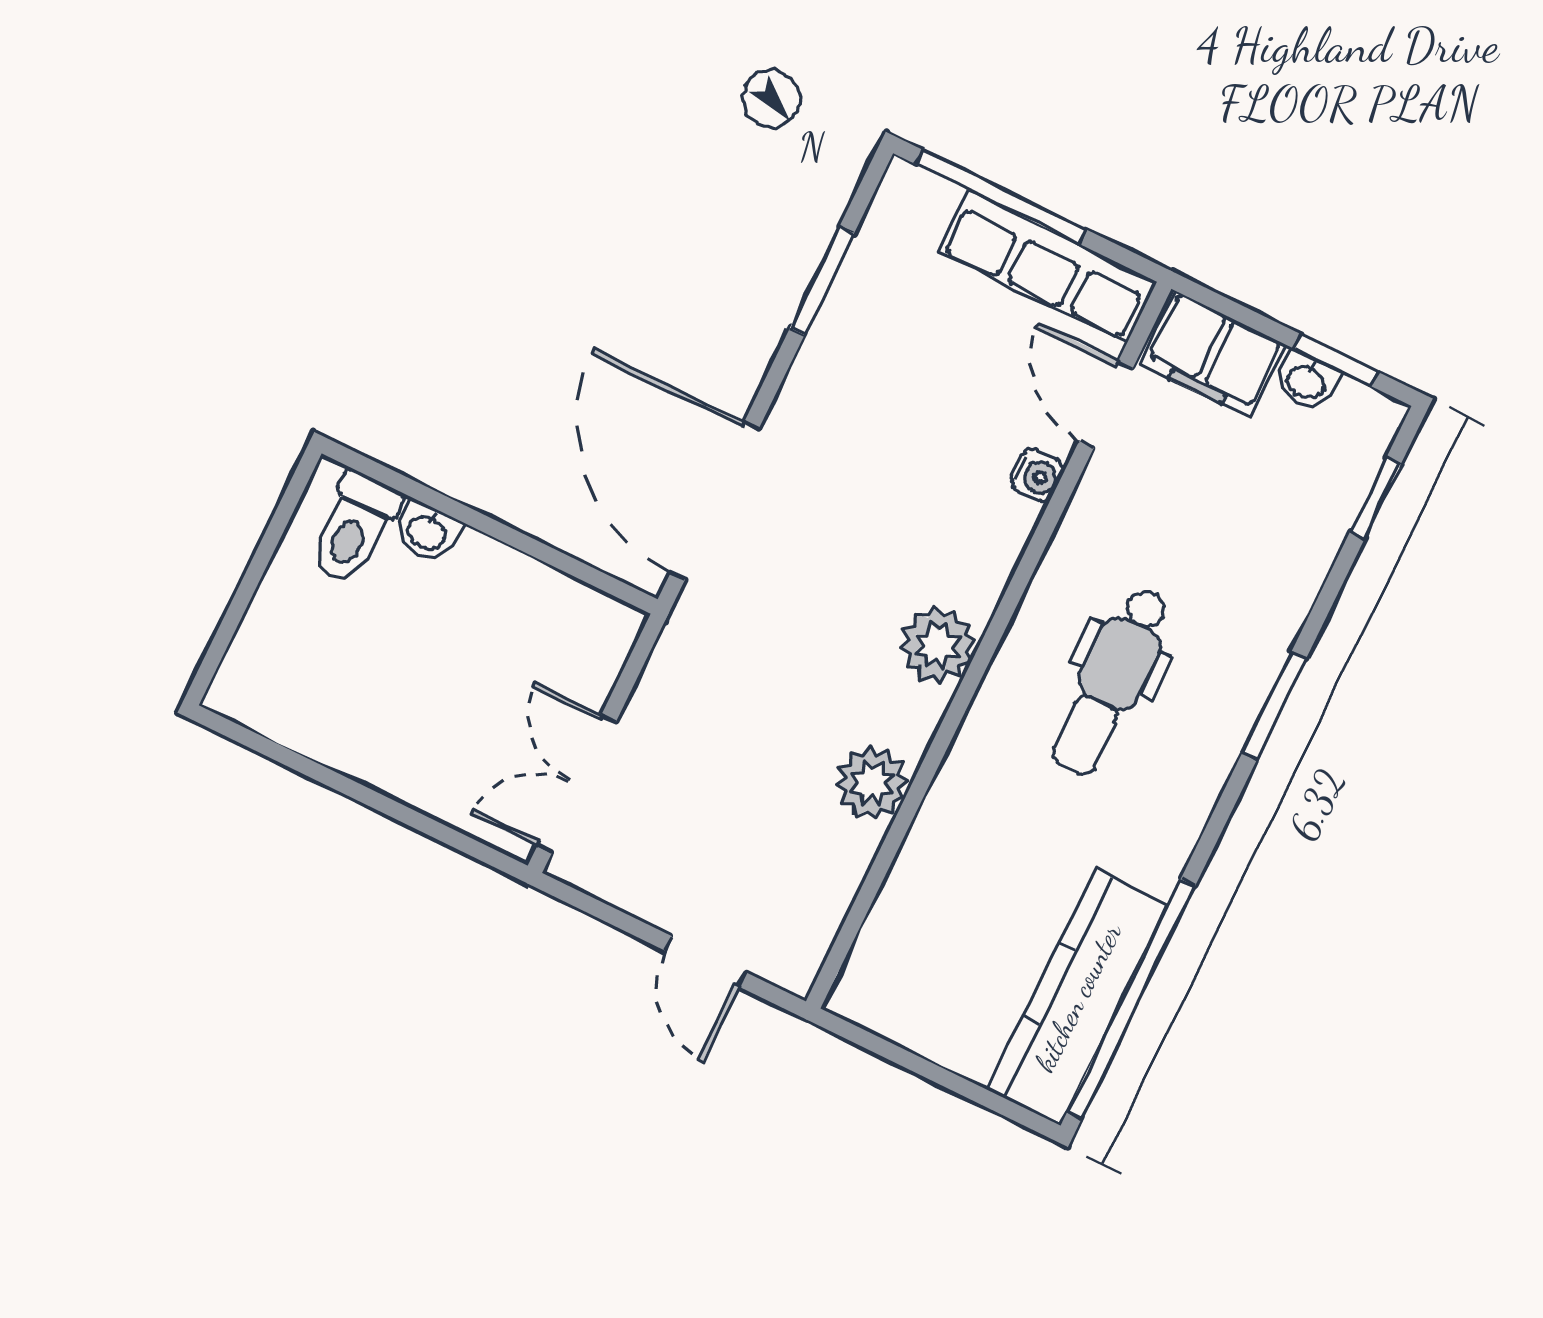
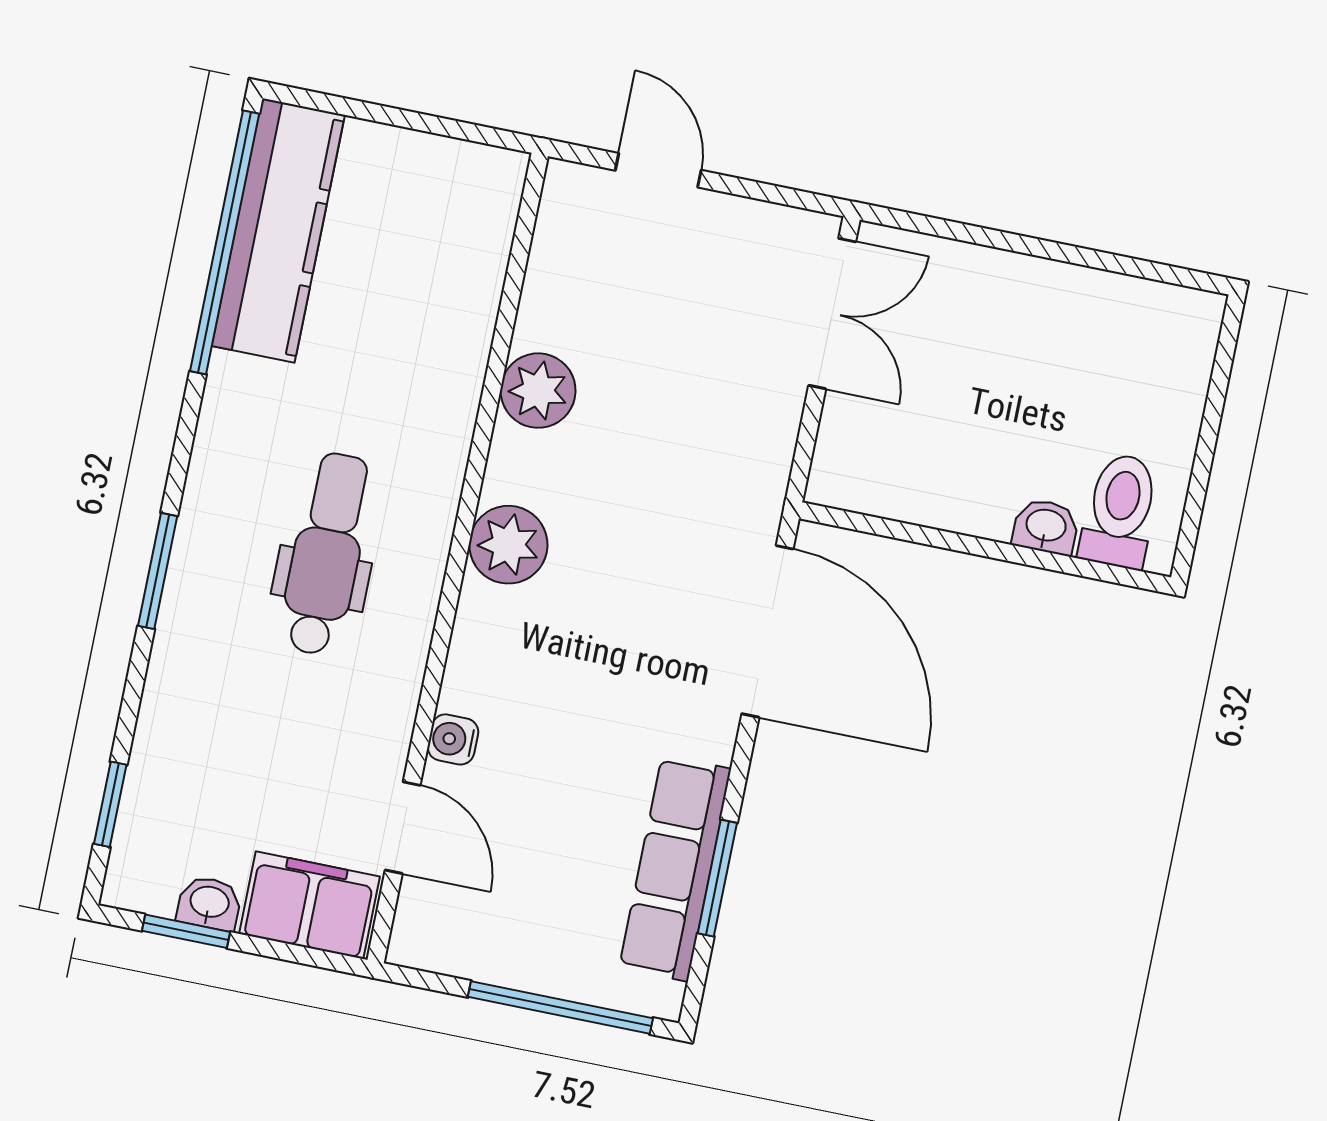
row of seats: (1047, 266) -> (675, 868), moved, turned -90

